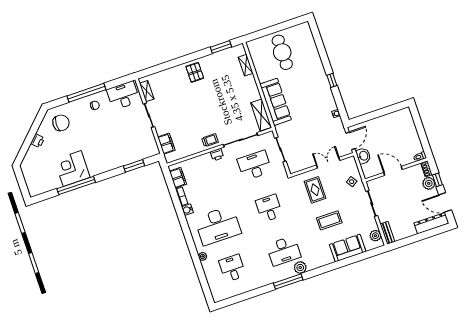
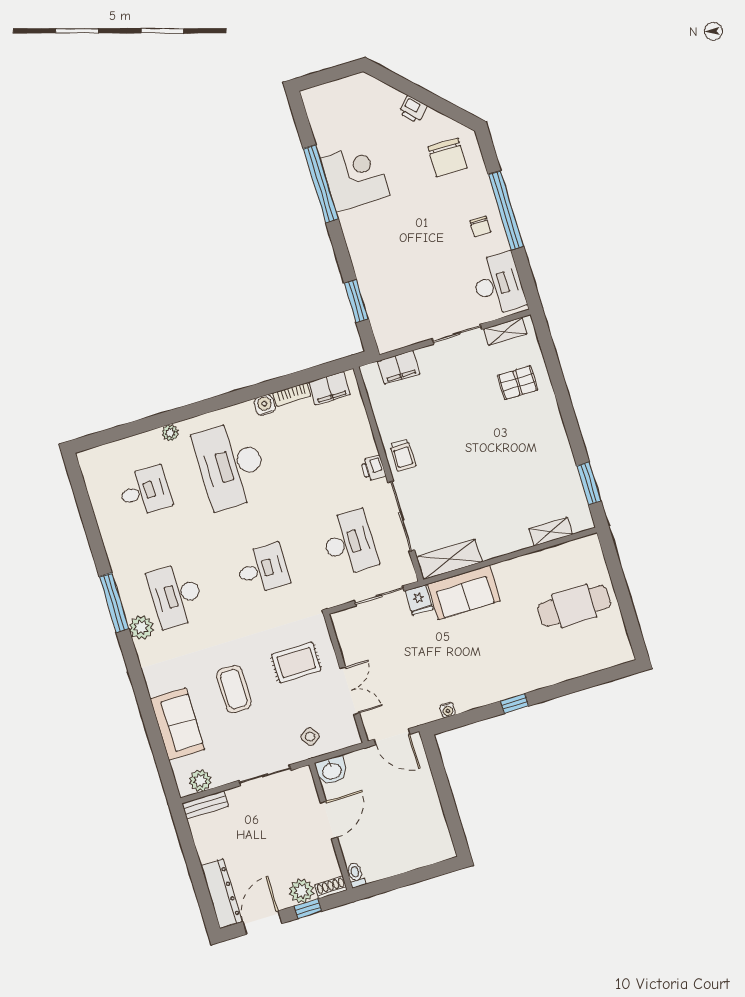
pallet: (195, 72) -> (518, 383), moved
sofa: (275, 102) -> (464, 592), width x0.73
fridge: (282, 130) -> (419, 600), added
washbasin: (363, 156) -> (332, 771), moved

